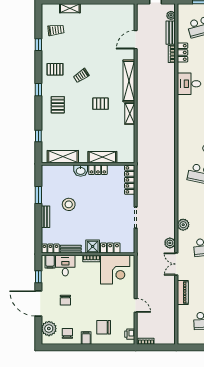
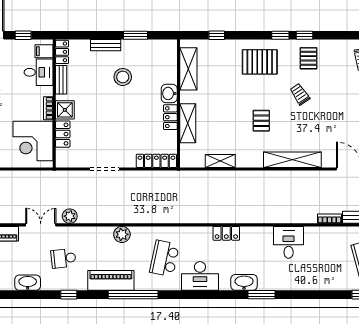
window: (38, 45) -> (304, 35), moved
locker: (182, 52) -> (226, 233), moved
pallet: (58, 105) -> (260, 62), width x1.50, depth x1.42
shelving: (130, 114) -> (220, 161), moved
plant: (183, 225) -> (122, 234), moved

